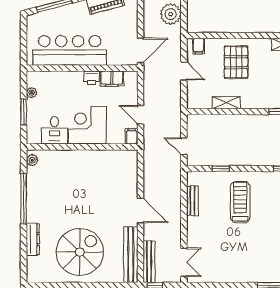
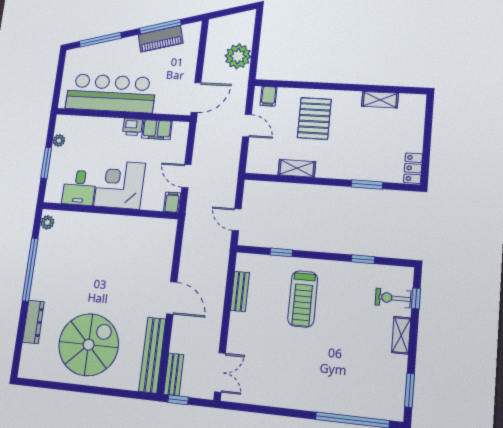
treadmill: (240, 202) -> (303, 299), turned 180
bench: (149, 262) -> (174, 374), width x0.73

